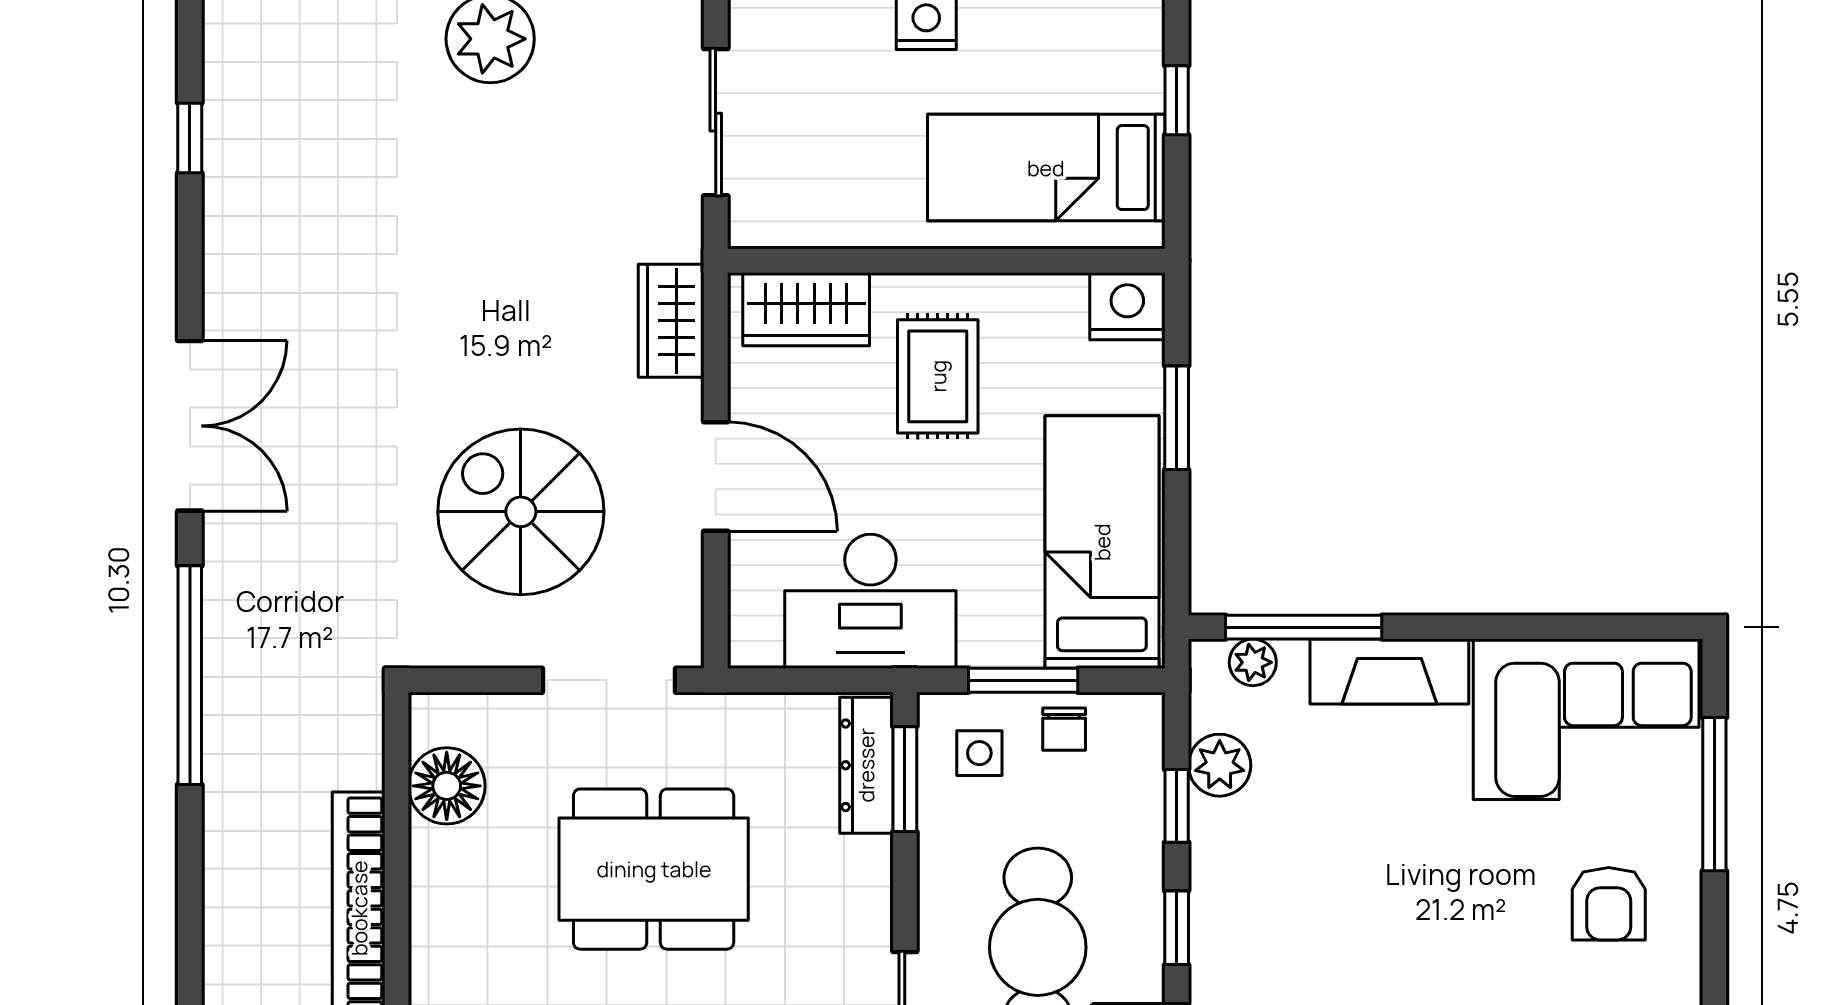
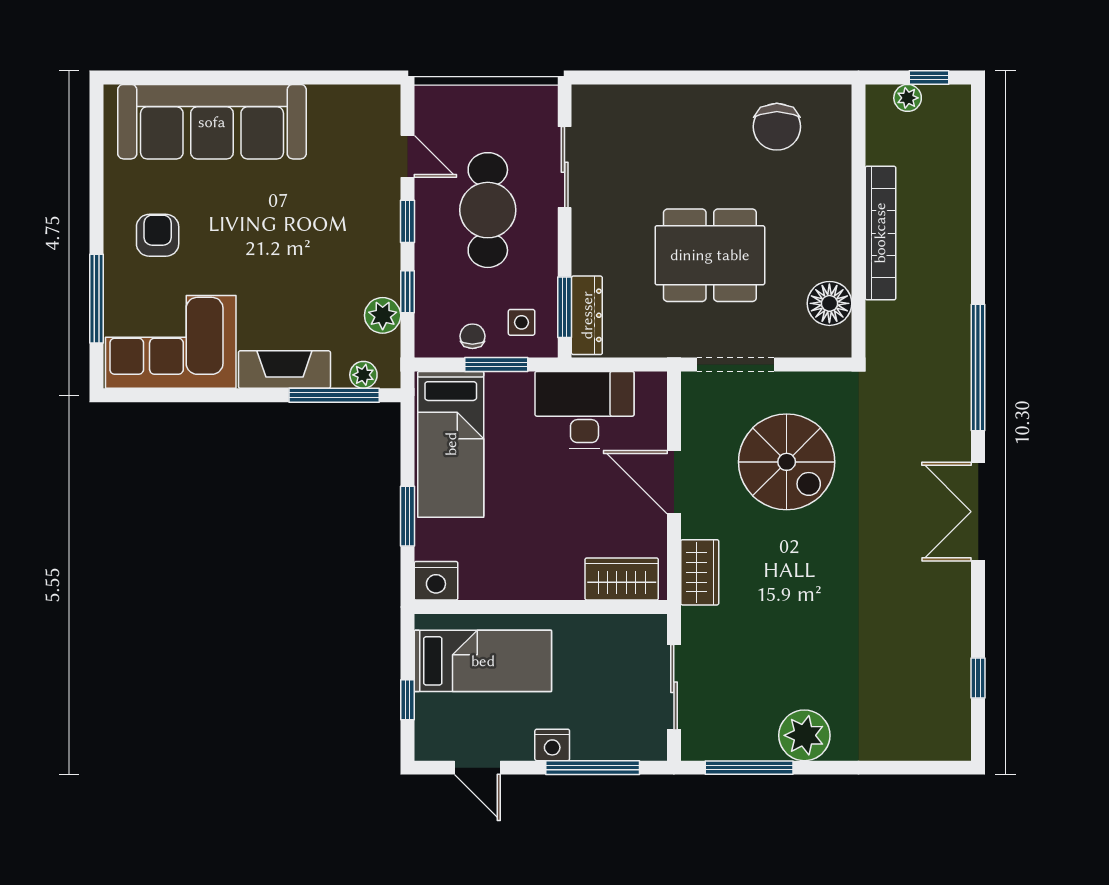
rug: (938, 376) -> (546, 540), removed

